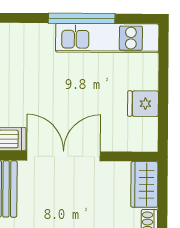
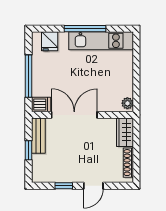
fridge: (143, 104) -> (50, 41), moved, turned -90
plant: (149, 138) -> (127, 103), added

